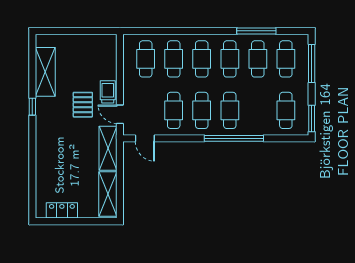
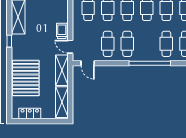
pallet: (83, 105) -> (26, 78), moved, width x2.05, depth x2.00
cafe table: (230, 110) -> (166, 44), moved

